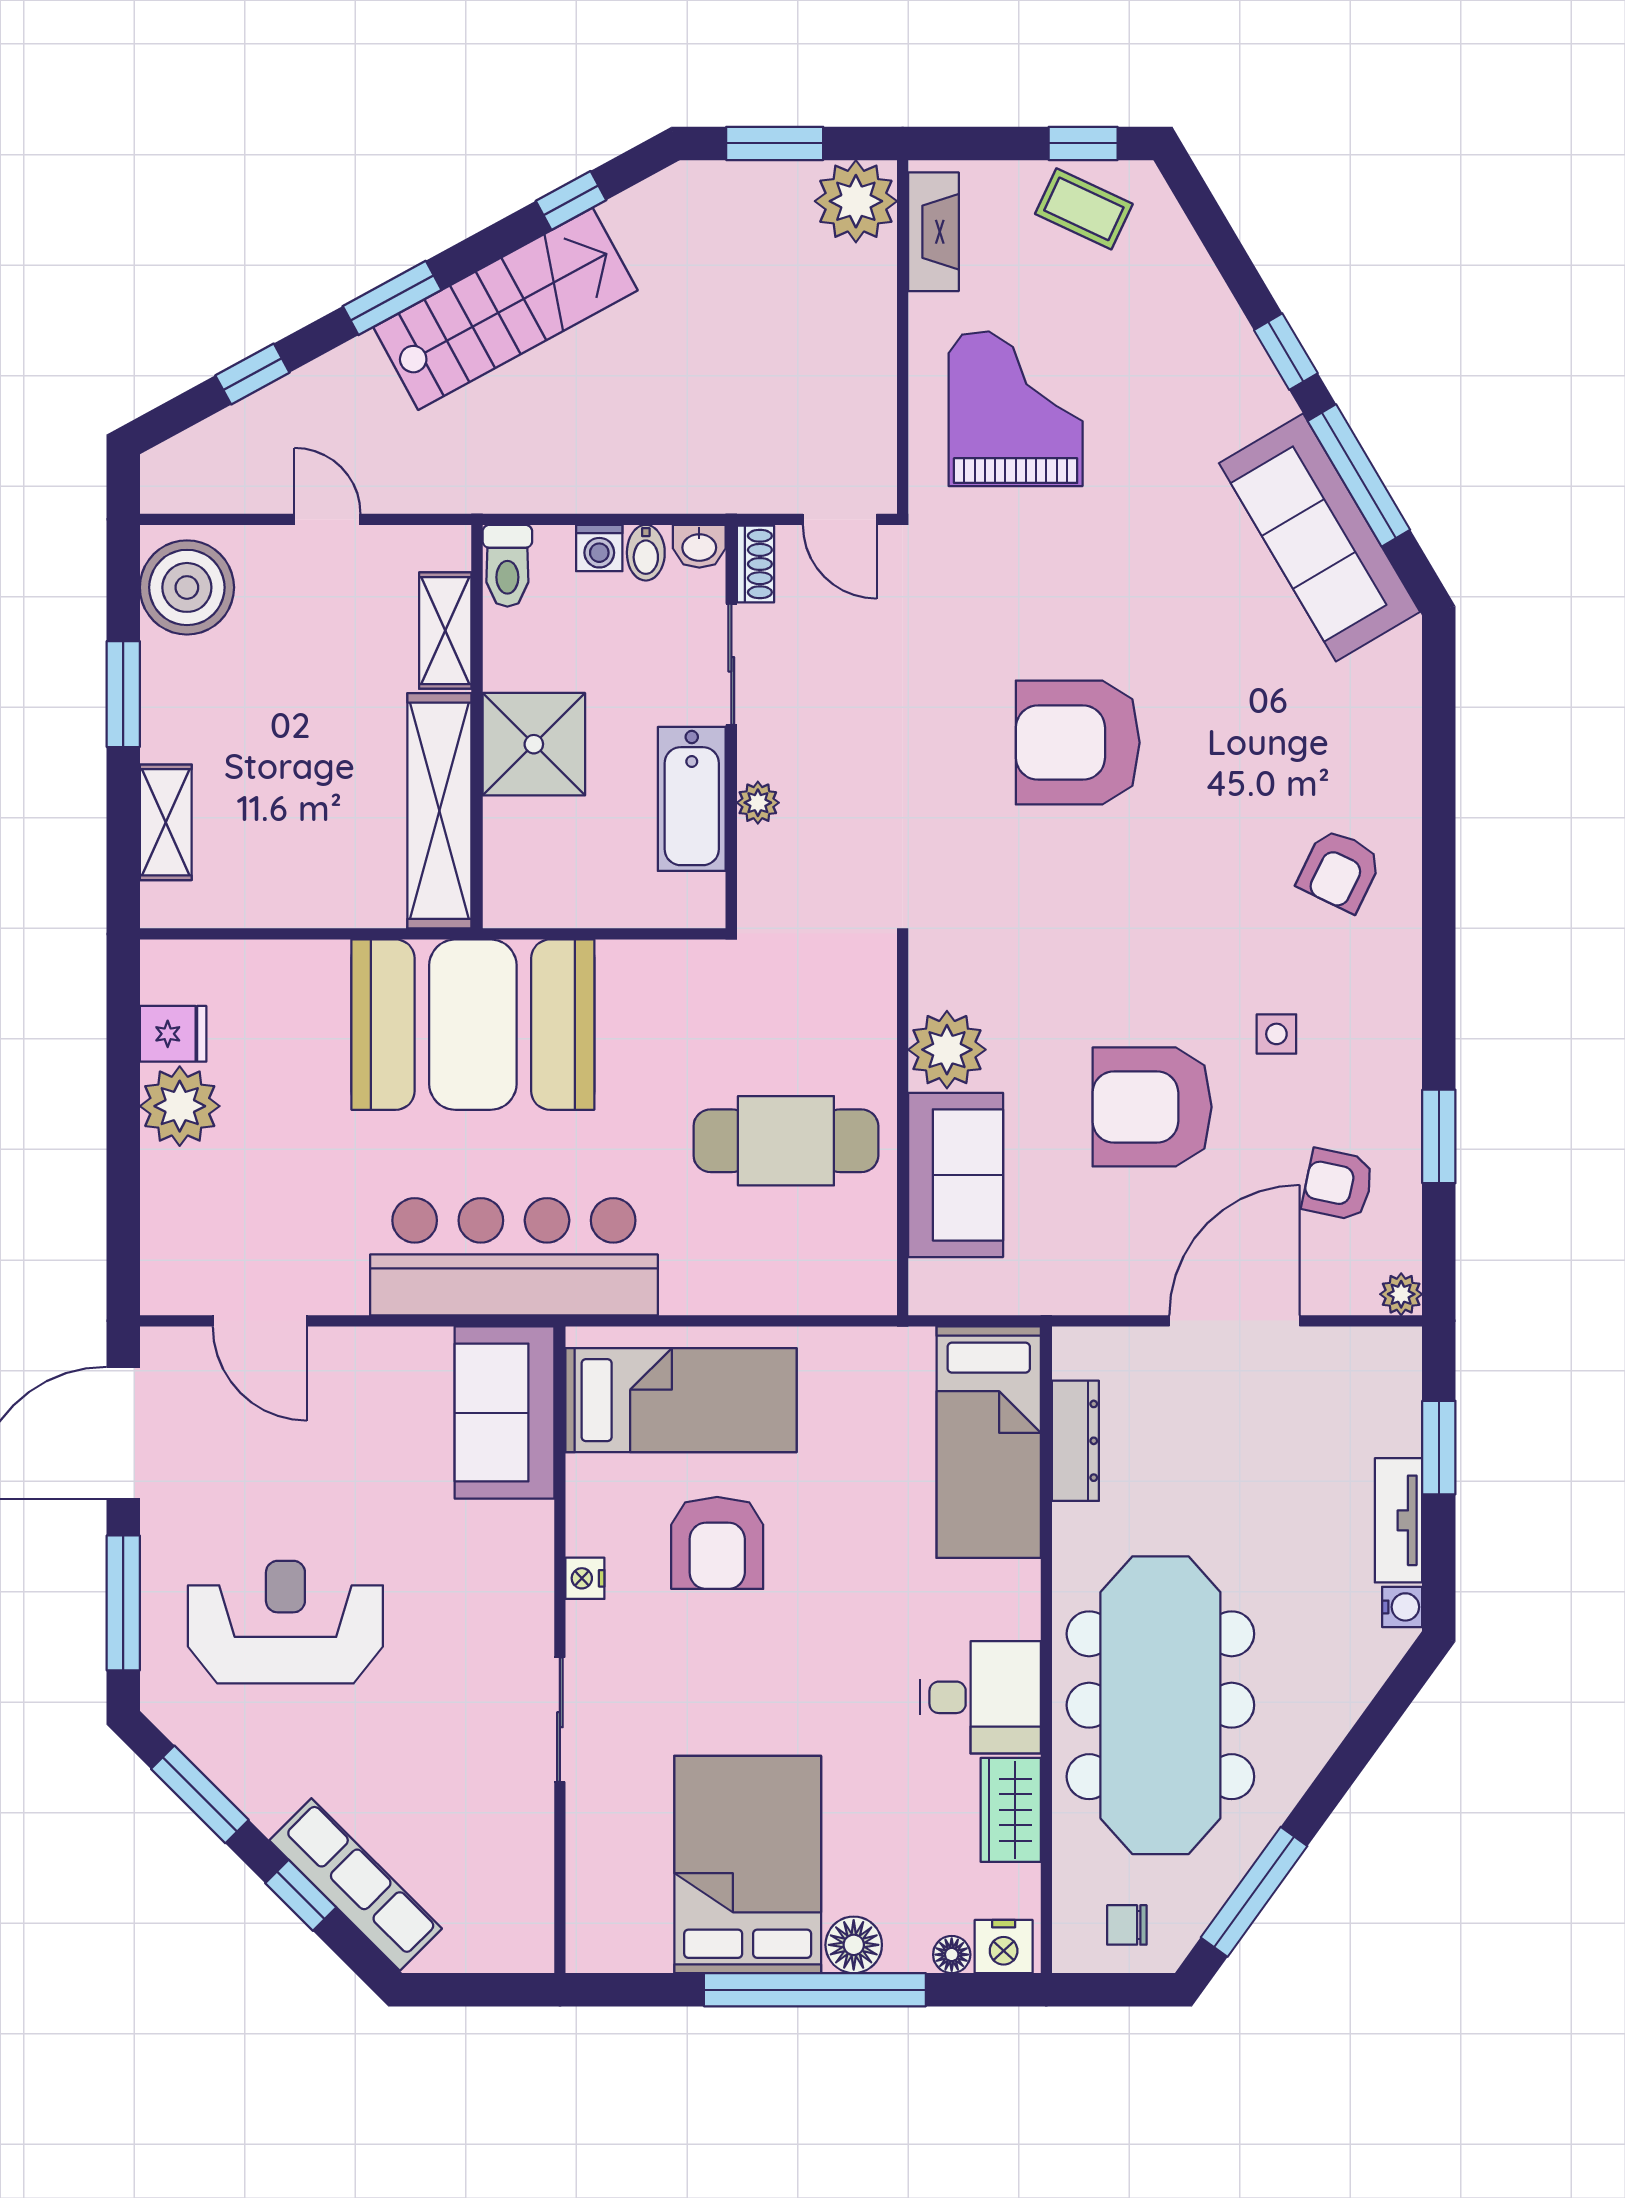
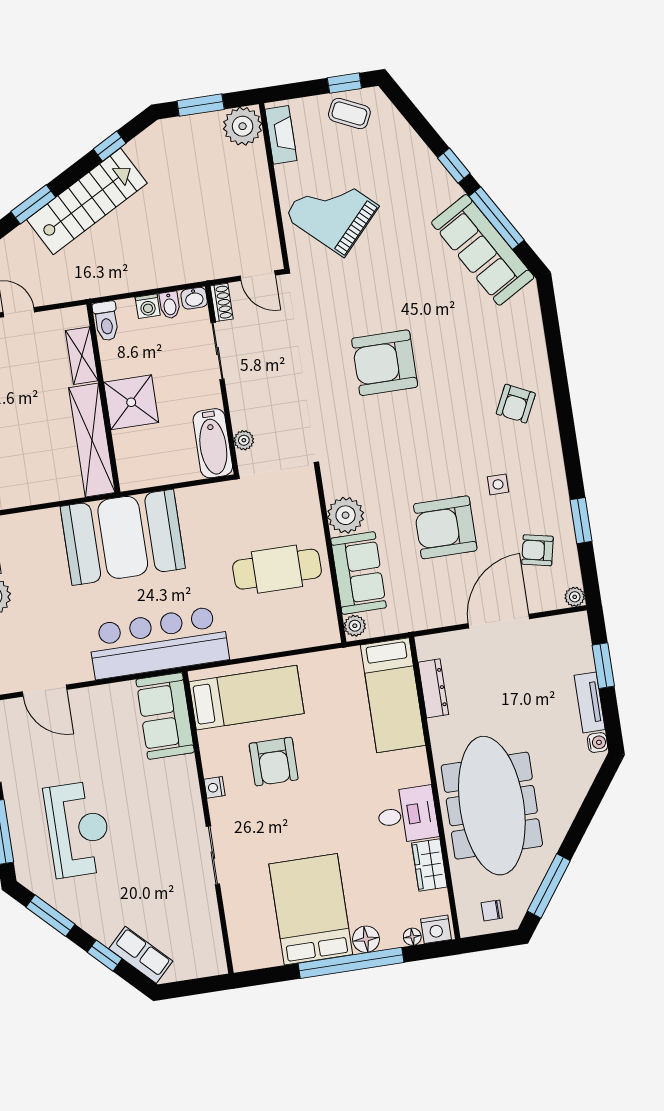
grand piano: (1016, 409) -> (332, 212), turned -47
bathtub: (692, 799) -> (213, 443), moved
plant: (758, 803) -> (244, 440), moved
plant: (931, 1284) -> (355, 626), added
reception desk: (285, 1622) -> (78, 829), turned 90
row of seats: (356, 1884) -> (141, 955), width x0.68

